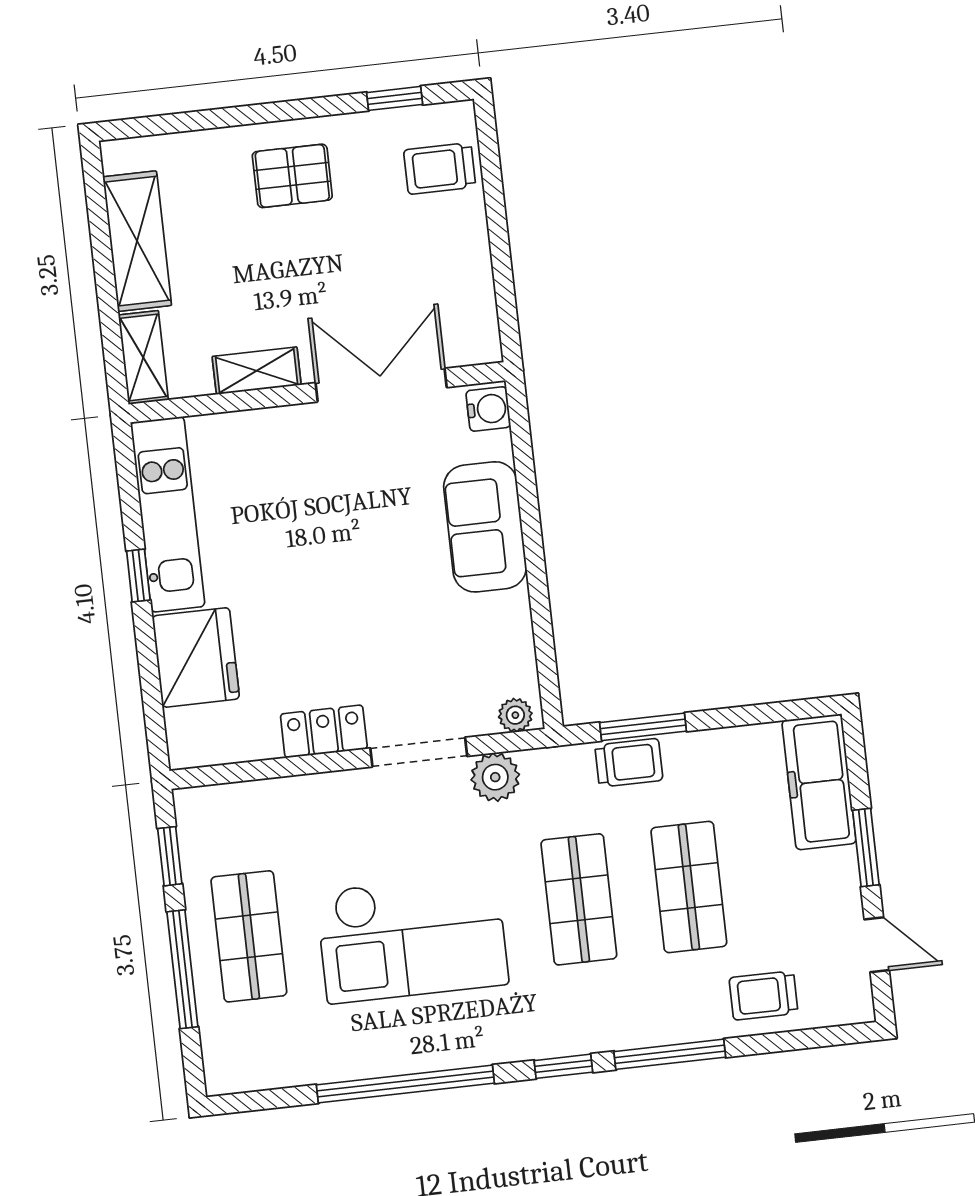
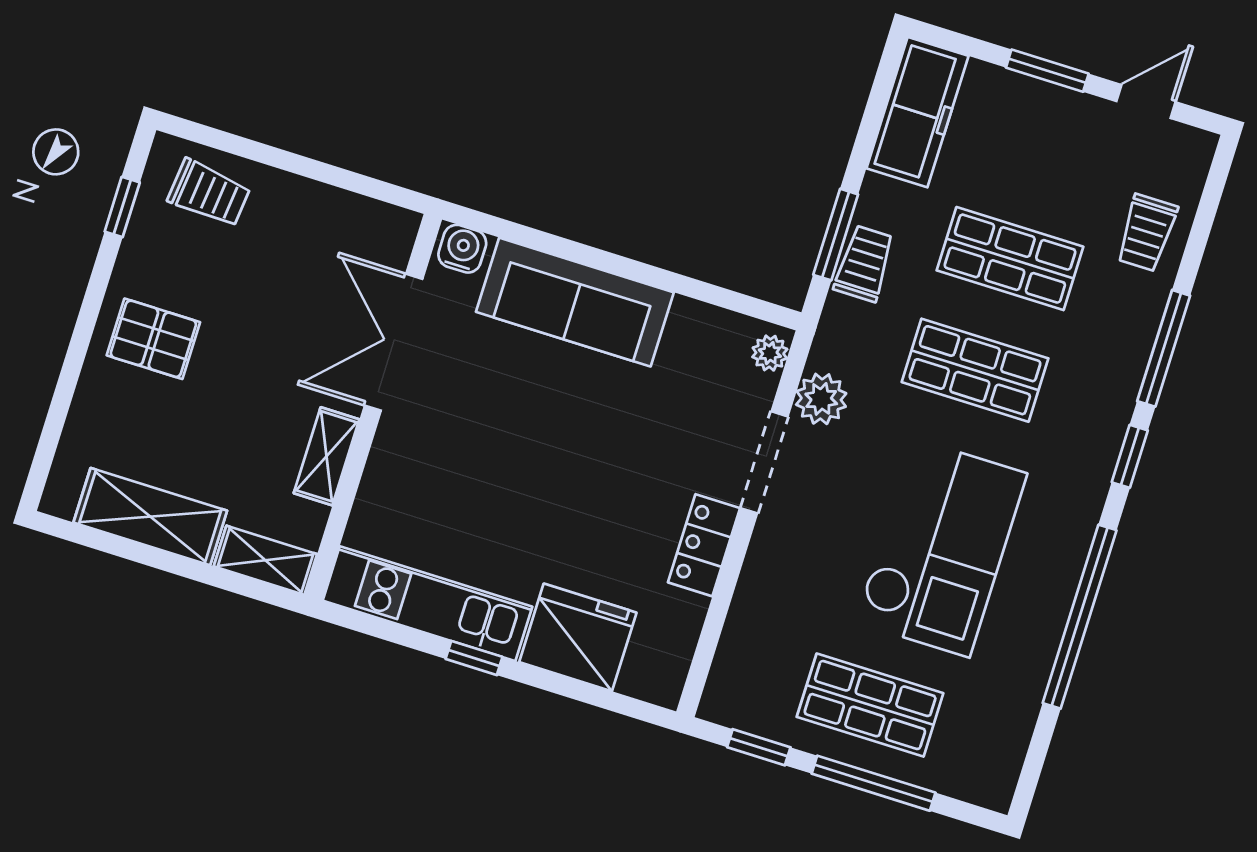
trolley: (440, 168) -> (209, 193), turned -84
pallet: (292, 176) -> (153, 339), turned 90
sofa: (485, 527) -> (575, 302), width x1.36
freezer: (819, 782) -> (918, 112), moved, turned -90

